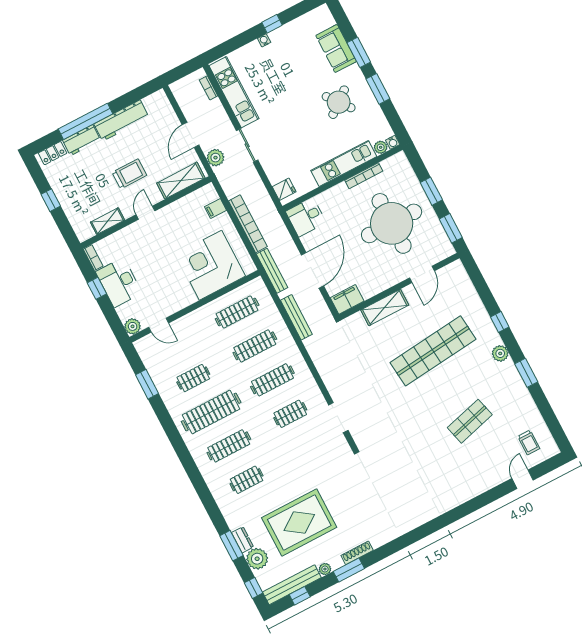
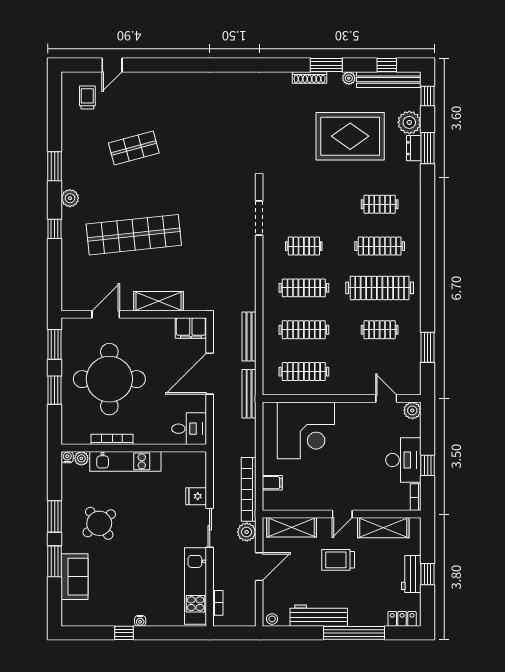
stool: (158, 98) -> (272, 619), added
workbench: (82, 140) -> (411, 574), moved, turned -90
fridge: (284, 189) -> (196, 496), moved
shelving: (108, 221) -> (383, 528), width x1.50, depth x1.33
bookcase: (248, 224) -> (249, 489), moved

